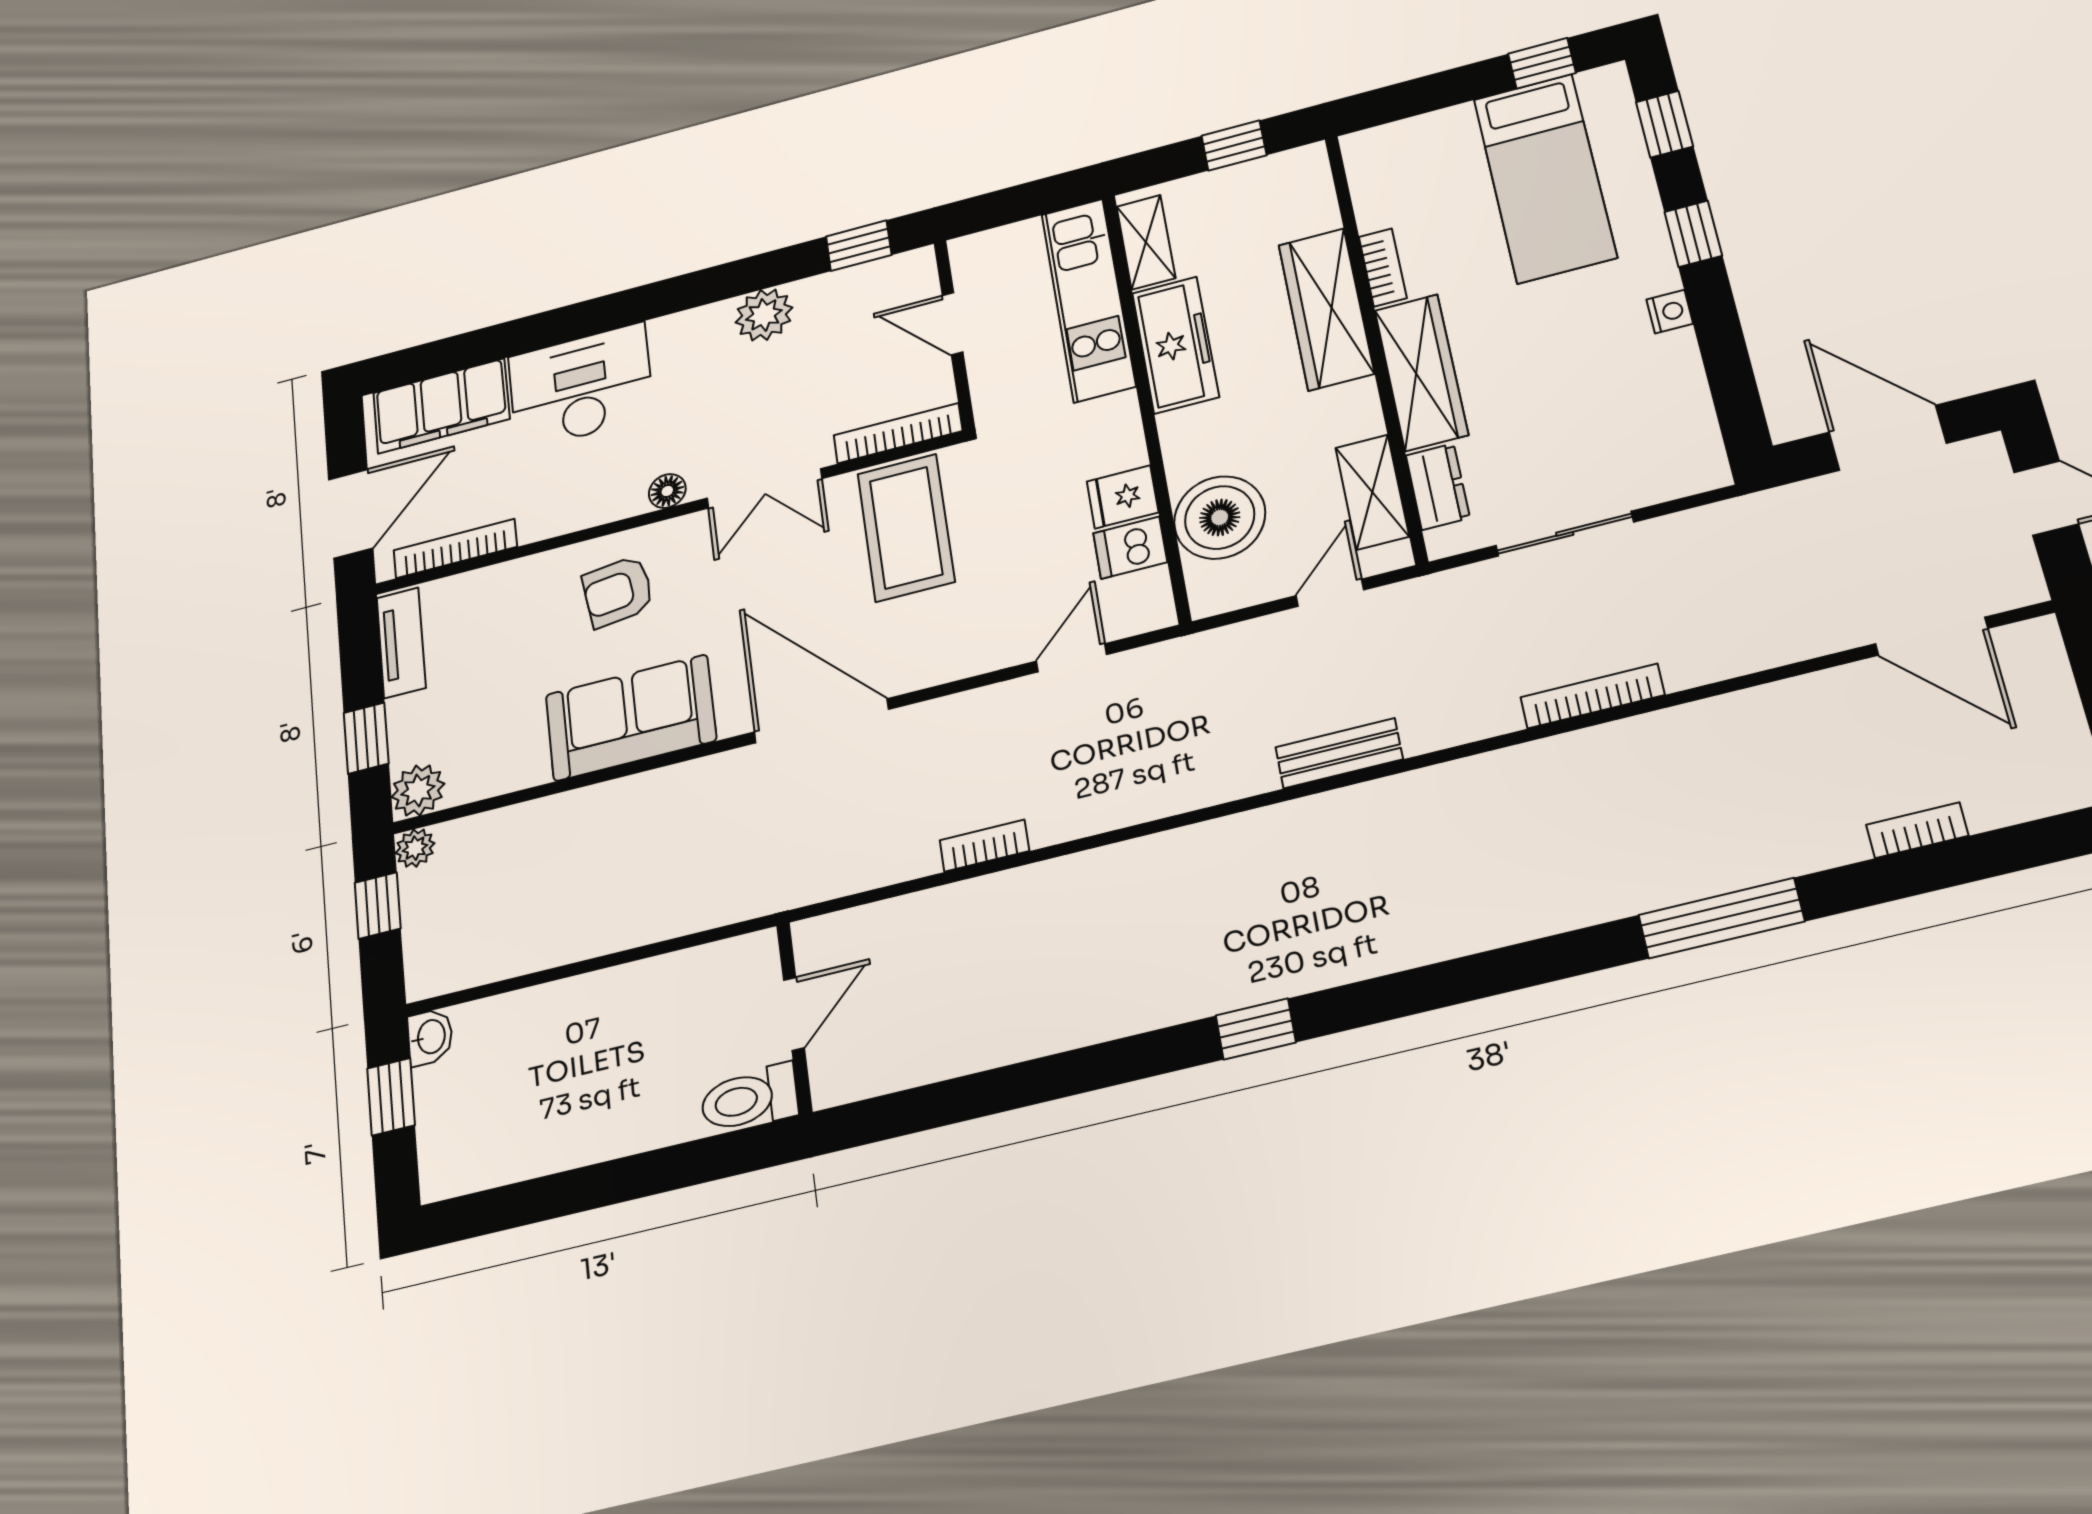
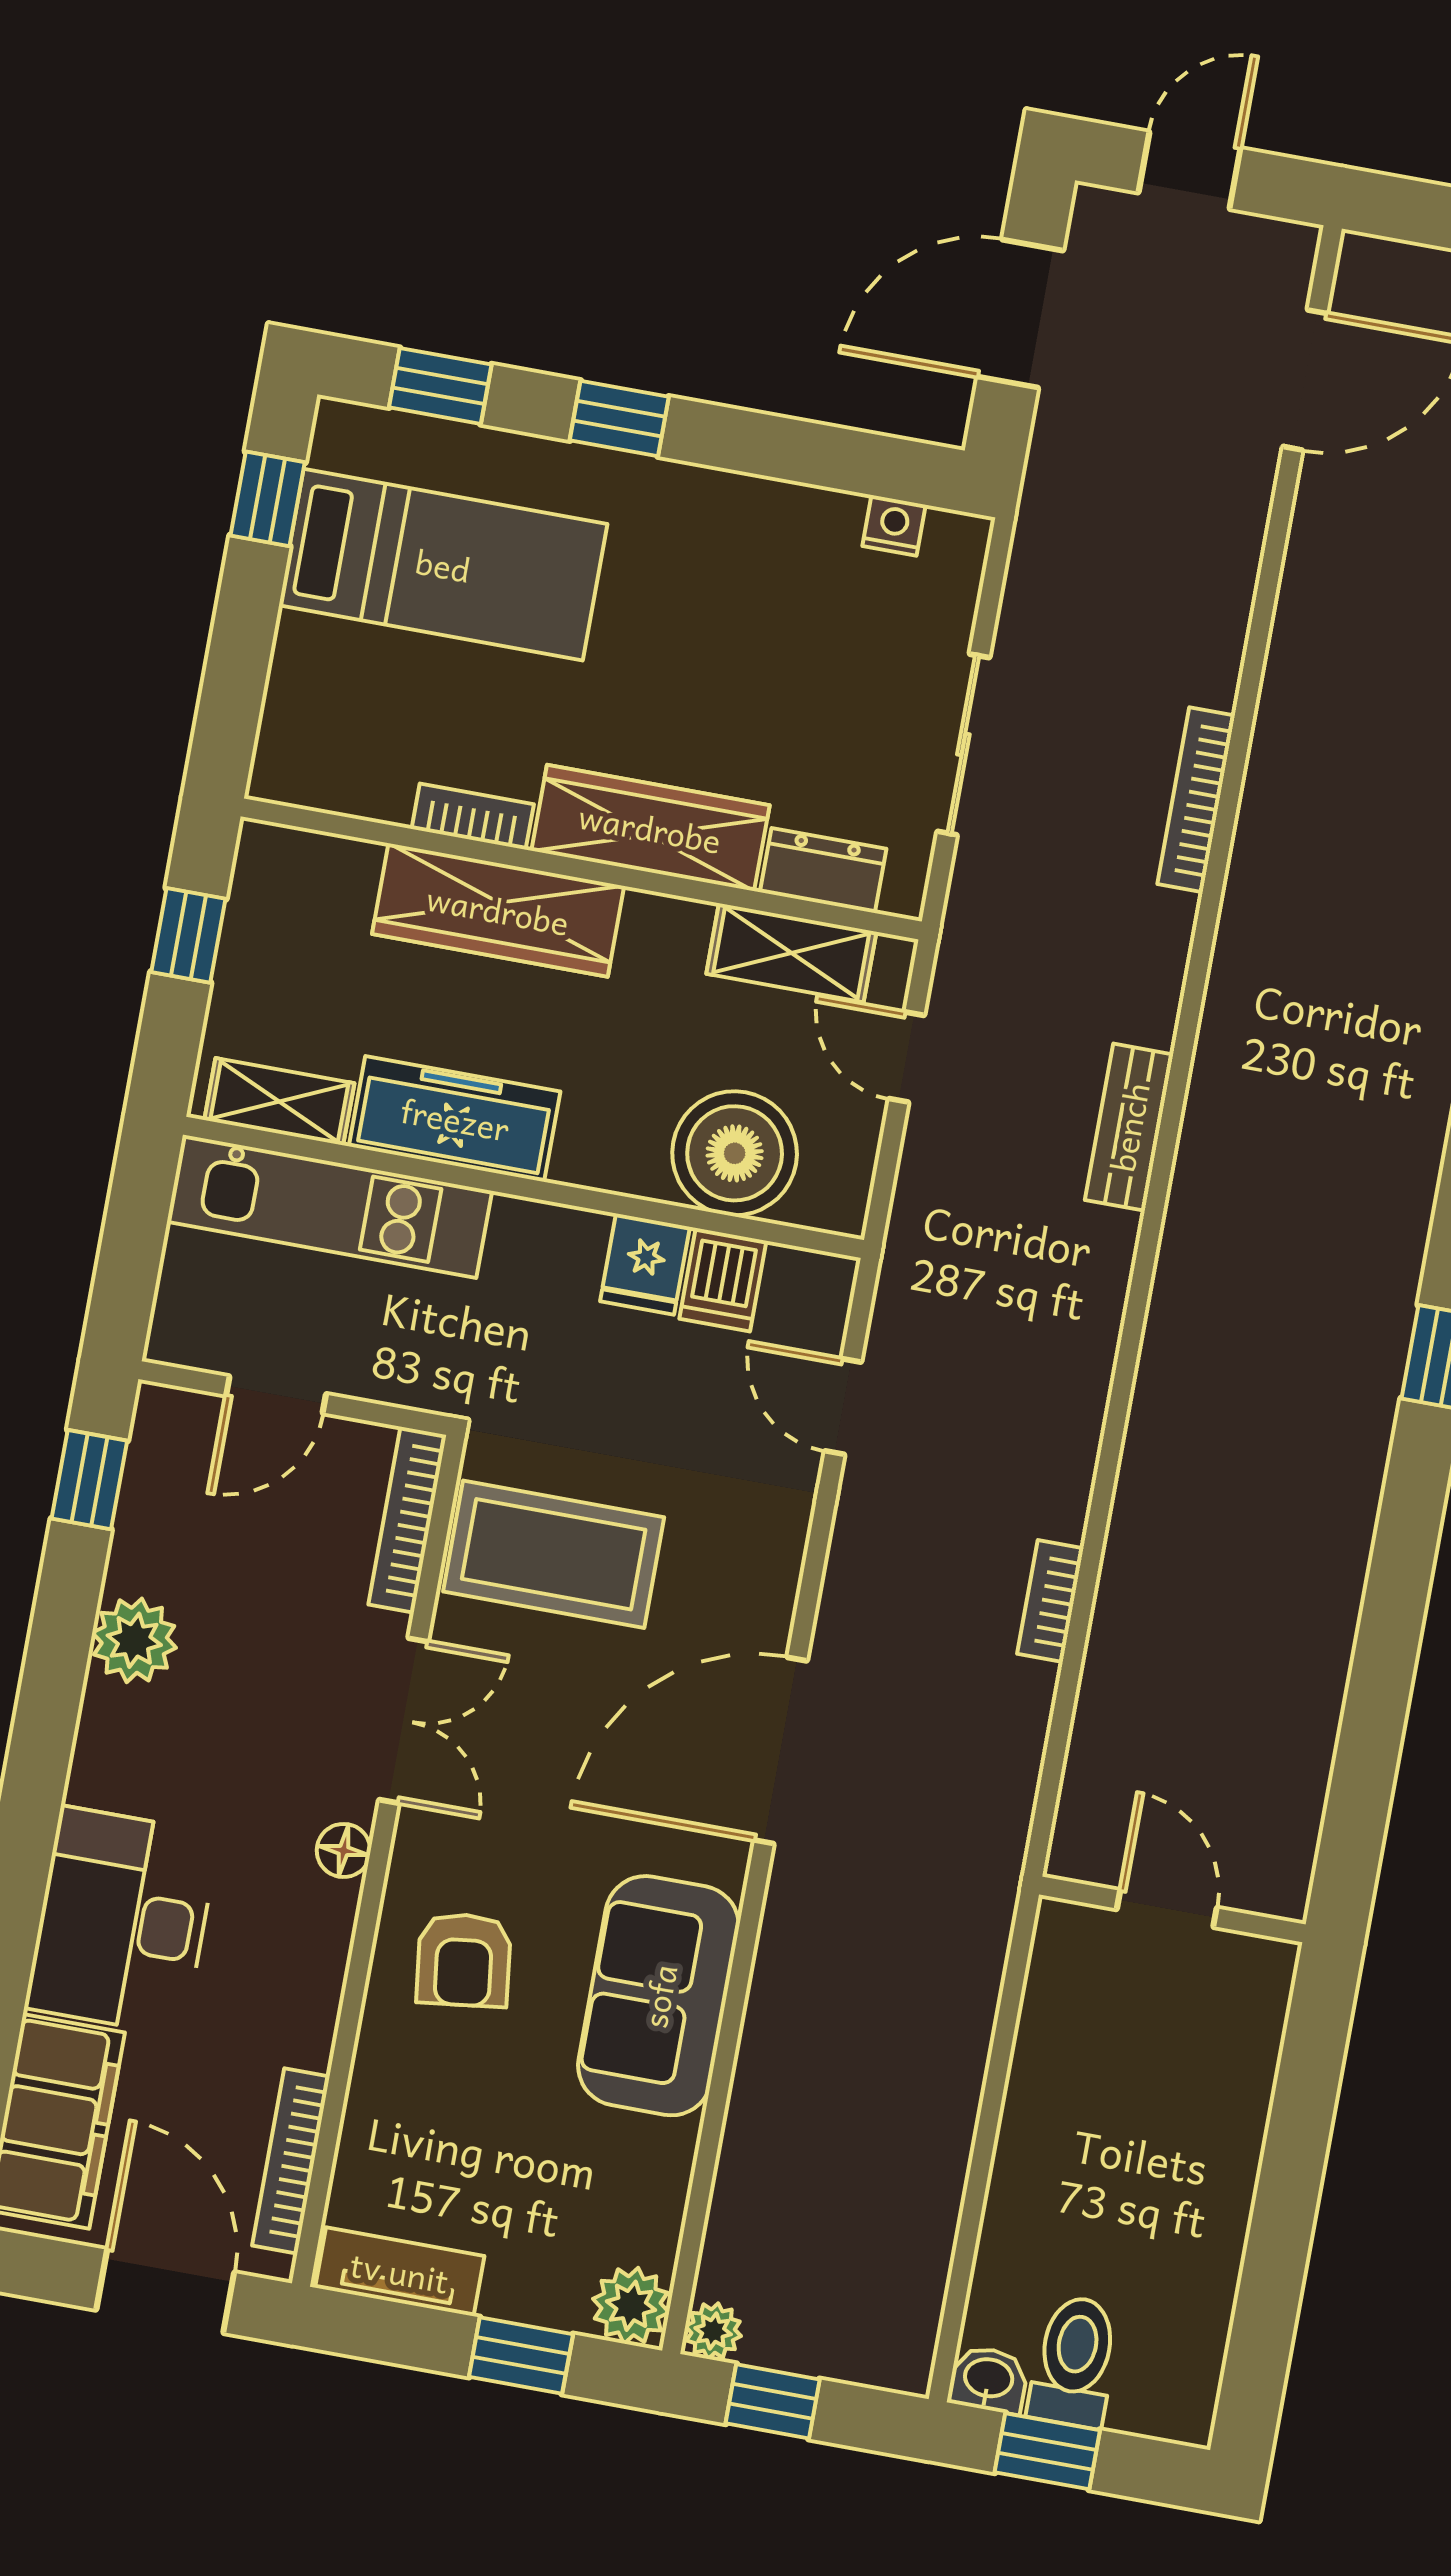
nightstand: (1670, 312) -> (894, 525), moved
toilet: (749, 1099) -> (1074, 2361), moved, turned 180

